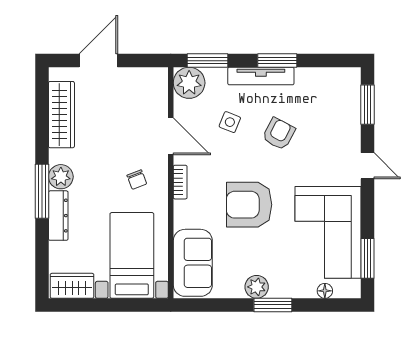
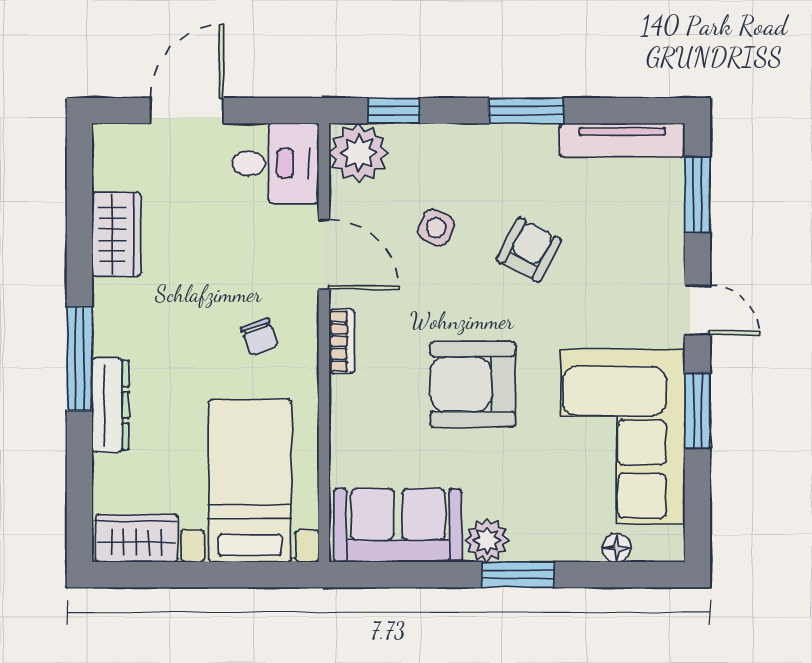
window: (207, 61) -> (394, 111), width x0.67
tv unit: (261, 76) -> (622, 140), moved
desk: (145, 88) -> (275, 163), added
wardrobe: (61, 115) -> (116, 234), width x0.67
plant: (61, 177) -> (115, 331), removed
window: (367, 258) -> (697, 410), moved
sofa: (193, 263) -> (398, 525), moved, turned -90

